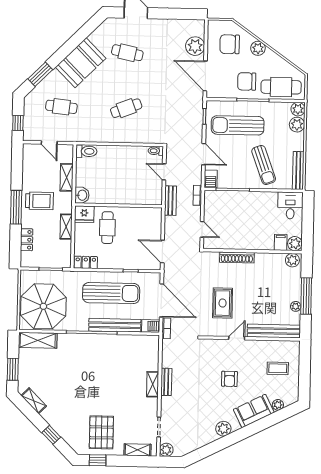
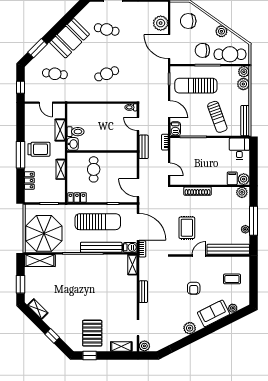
plant: (258, 48) -> (221, 31), moved
toilet: (86, 151) -> (76, 132), moved
fridge: (84, 214) -> (75, 159), removed
shelving: (153, 384) -> (132, 265), moved

